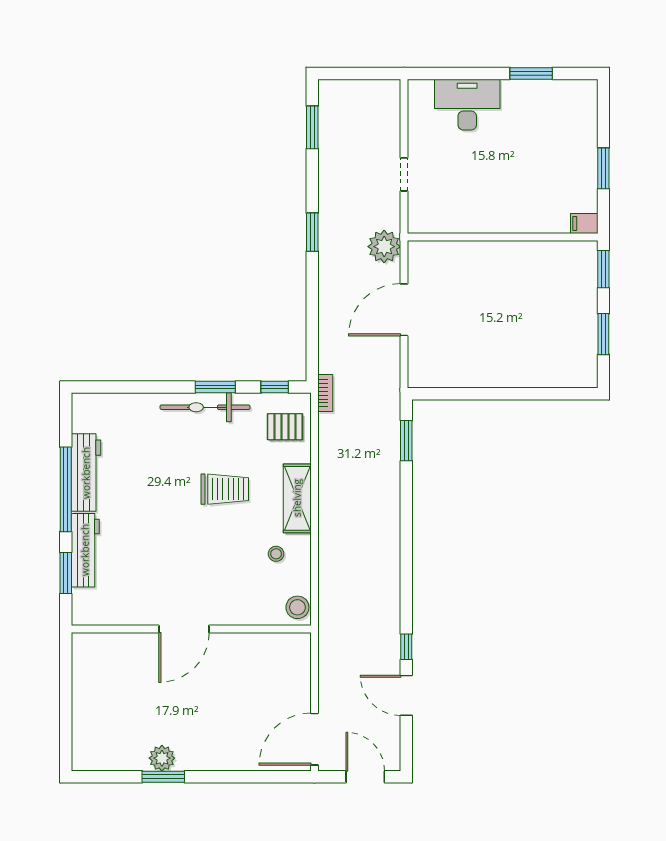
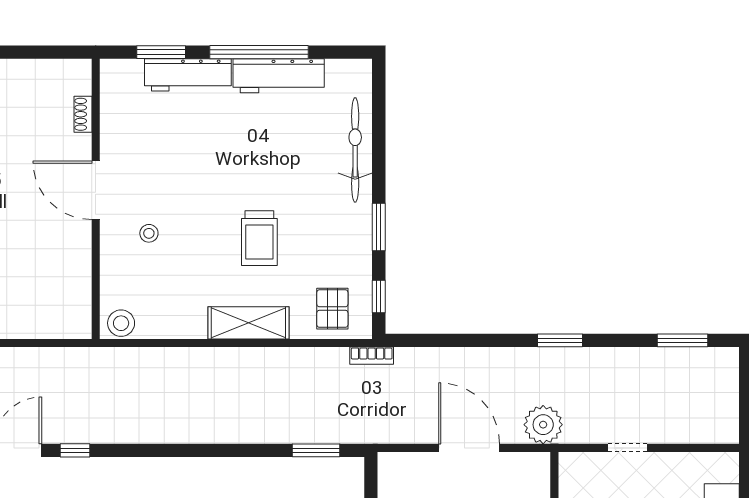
bicycle: (205, 407) -> (355, 150), moved
stool: (276, 554) -> (149, 233), moved
shoe rack: (119, 640) -> (83, 114), added

